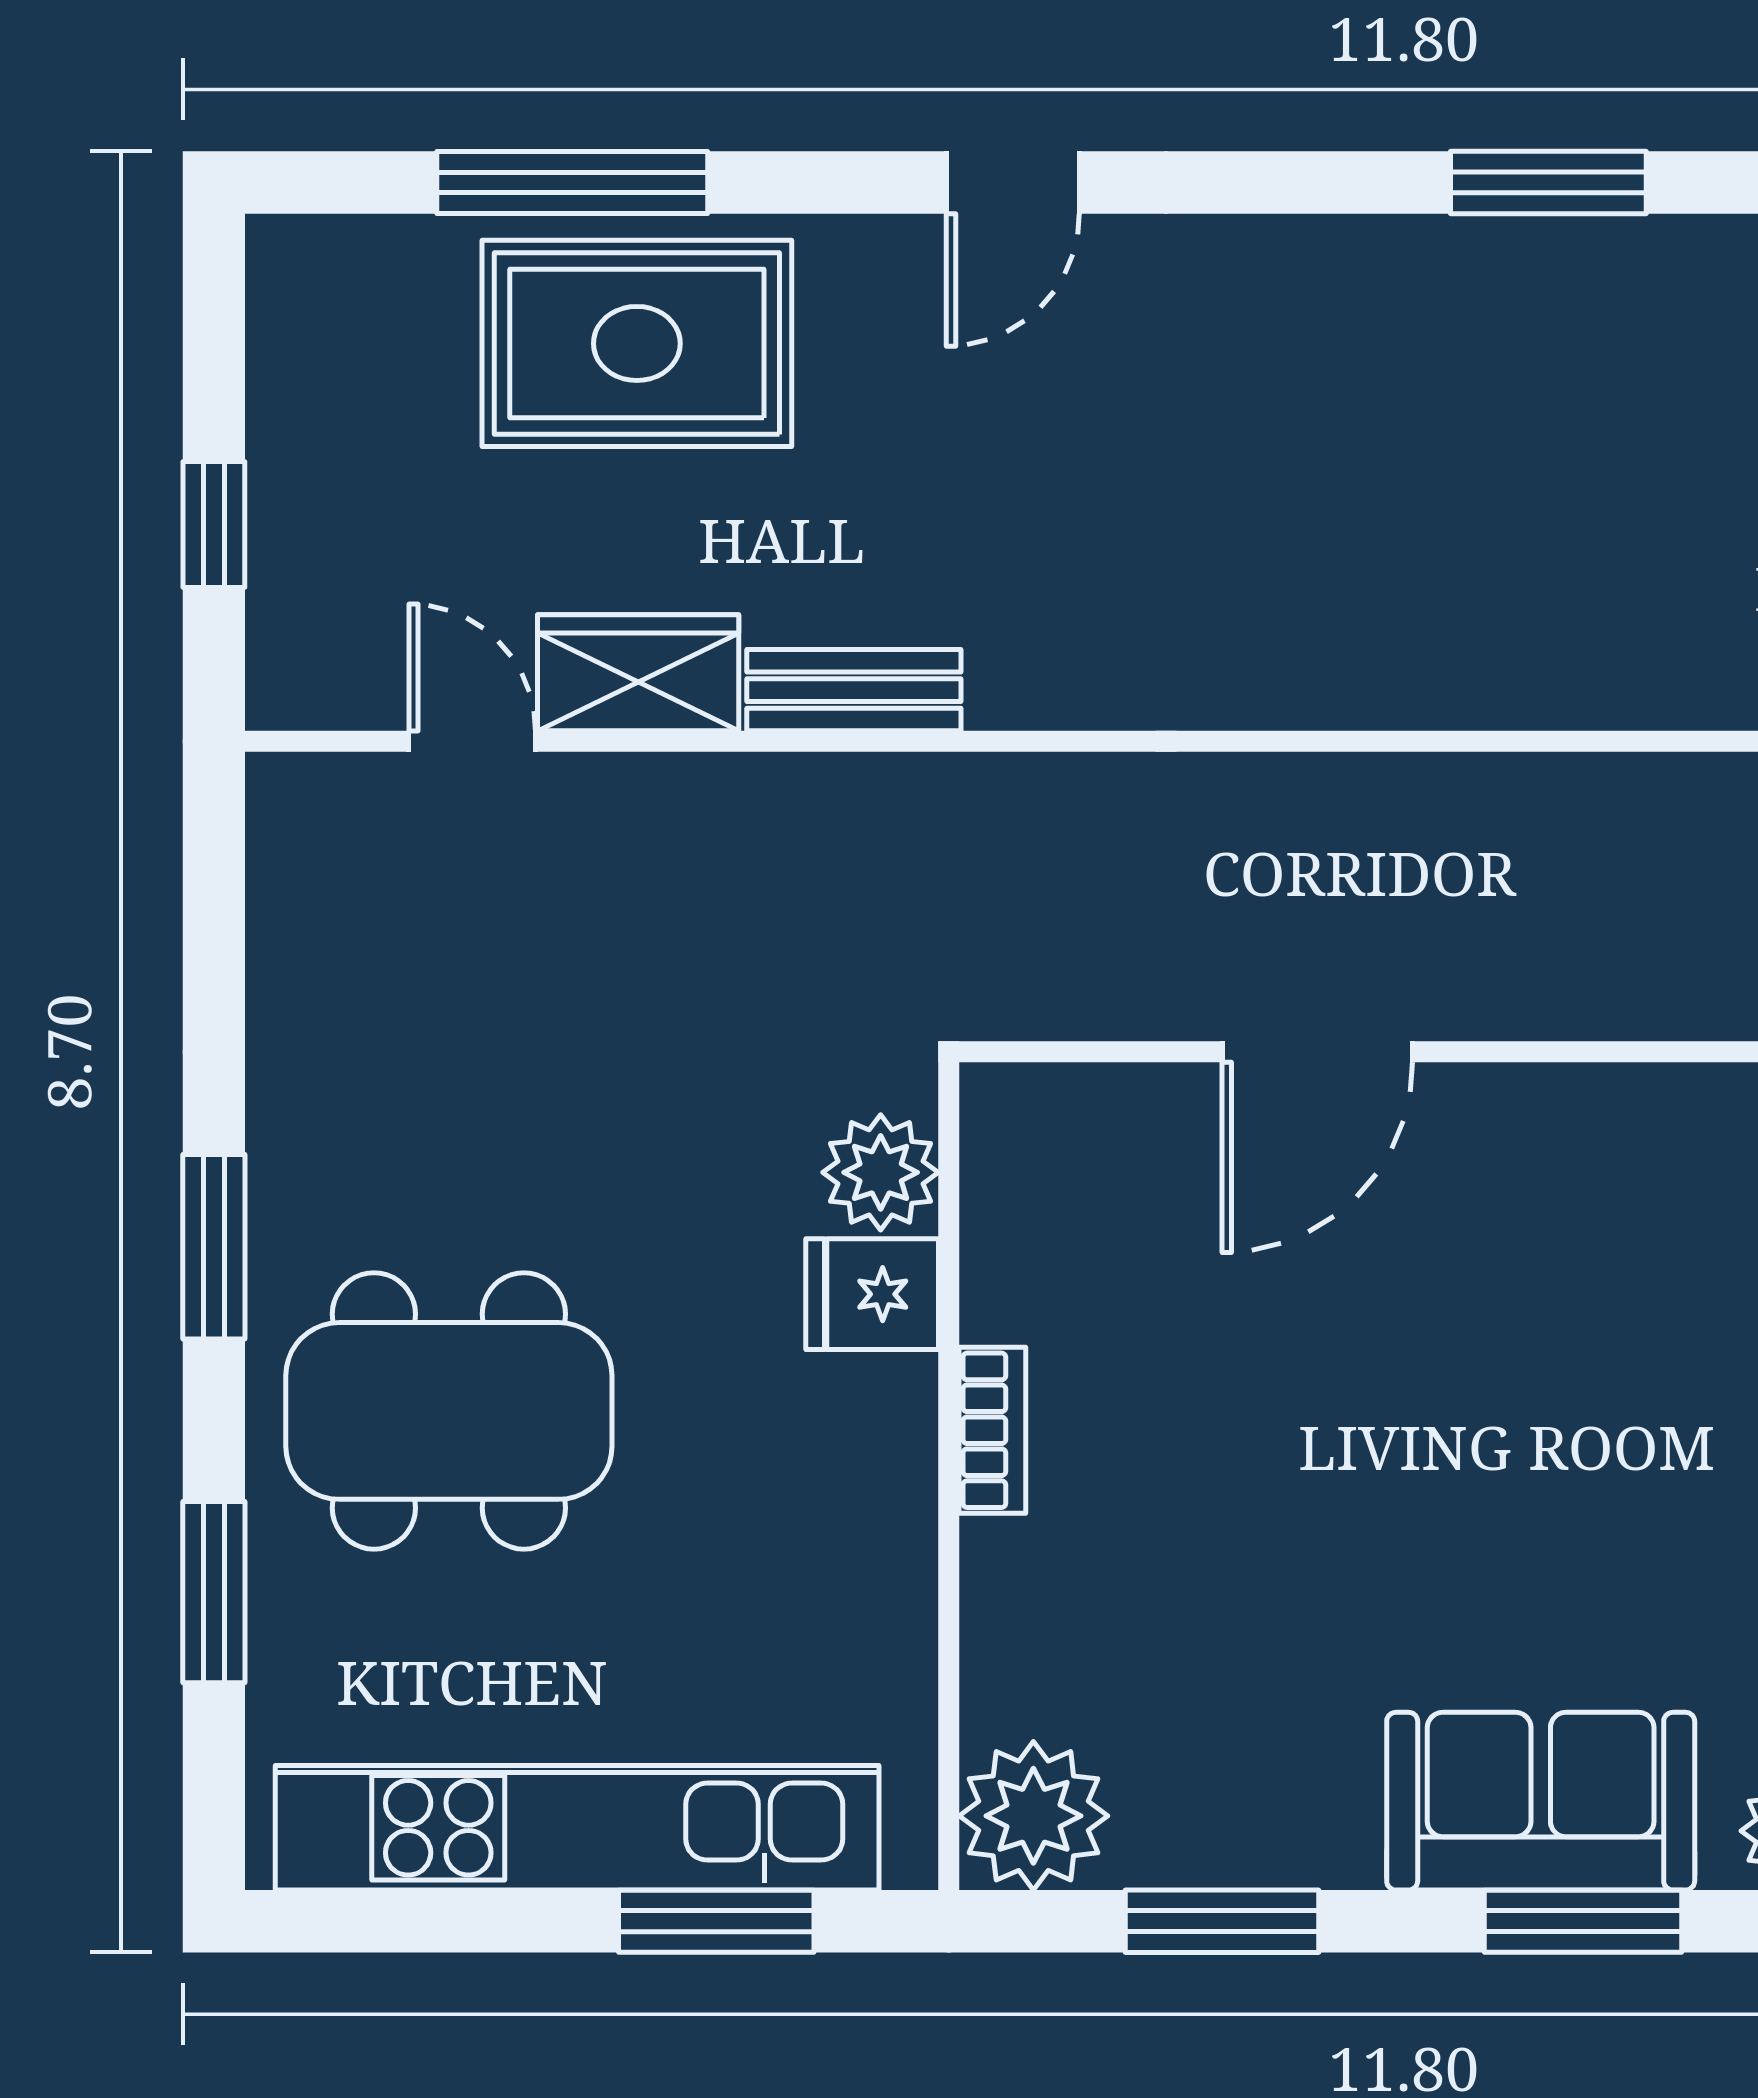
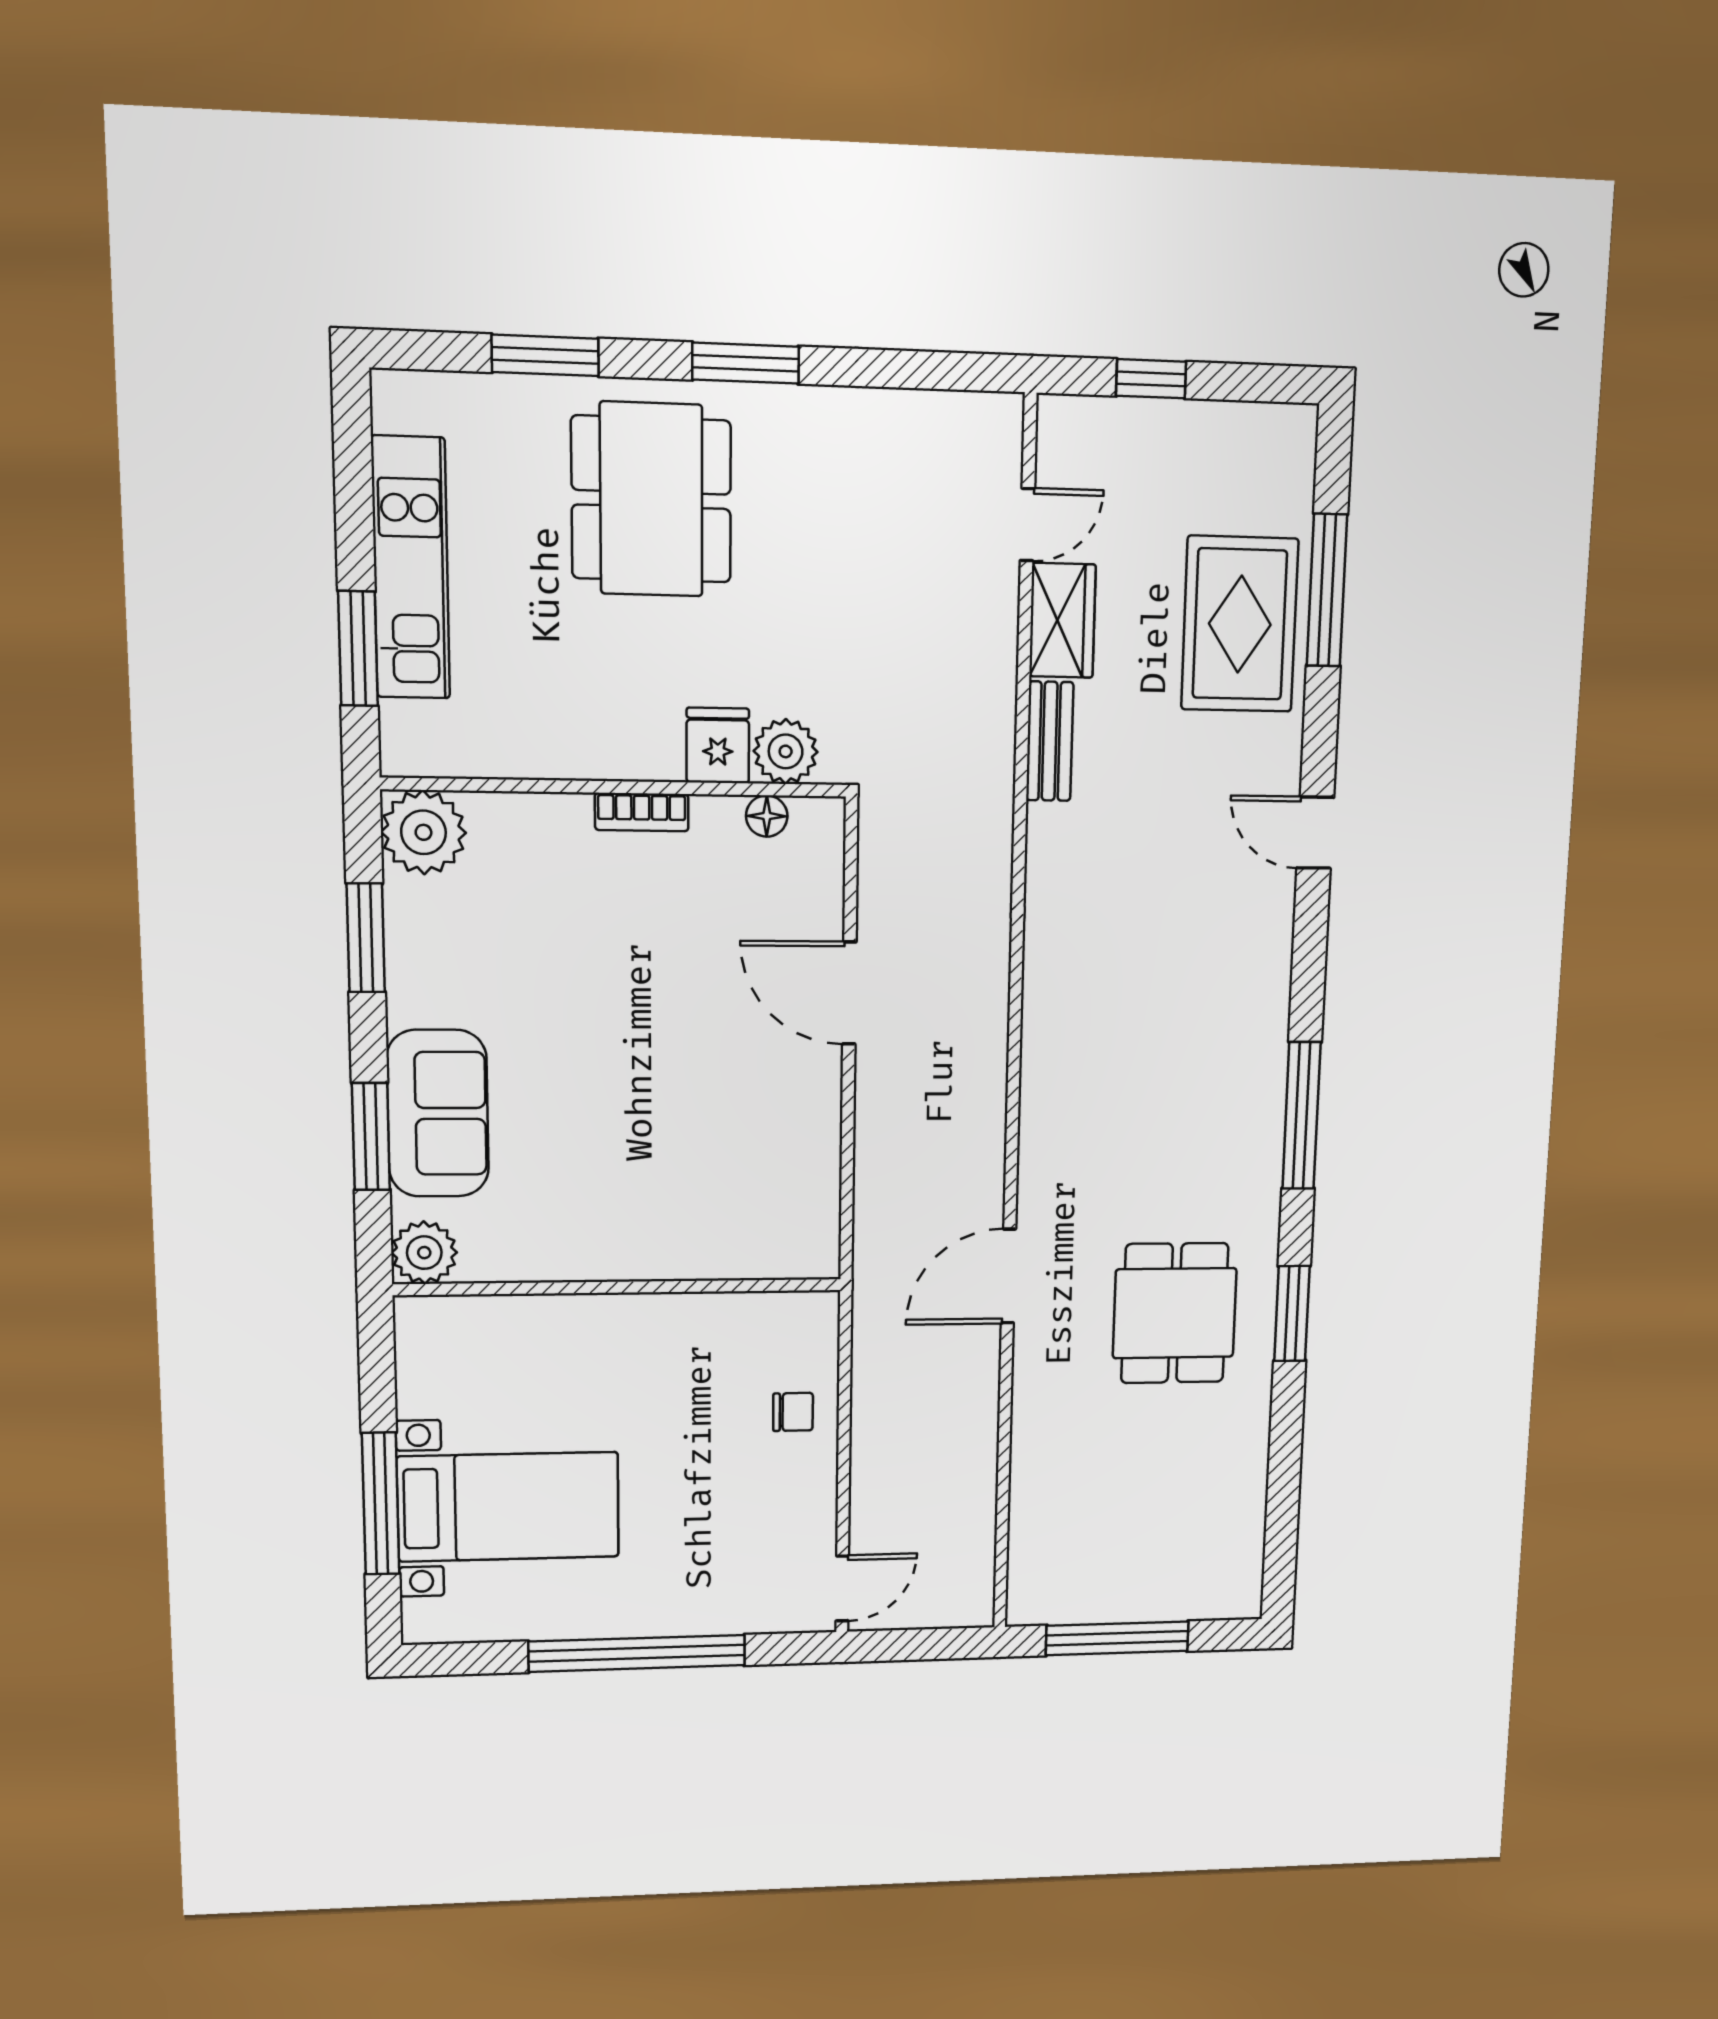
window: (1548, 182) -> (1302, 1116), width x1.44
floor lamp: (996, 1206) -> (767, 816), added
kitchen unit: (577, 1828) -> (411, 568), width x0.73

